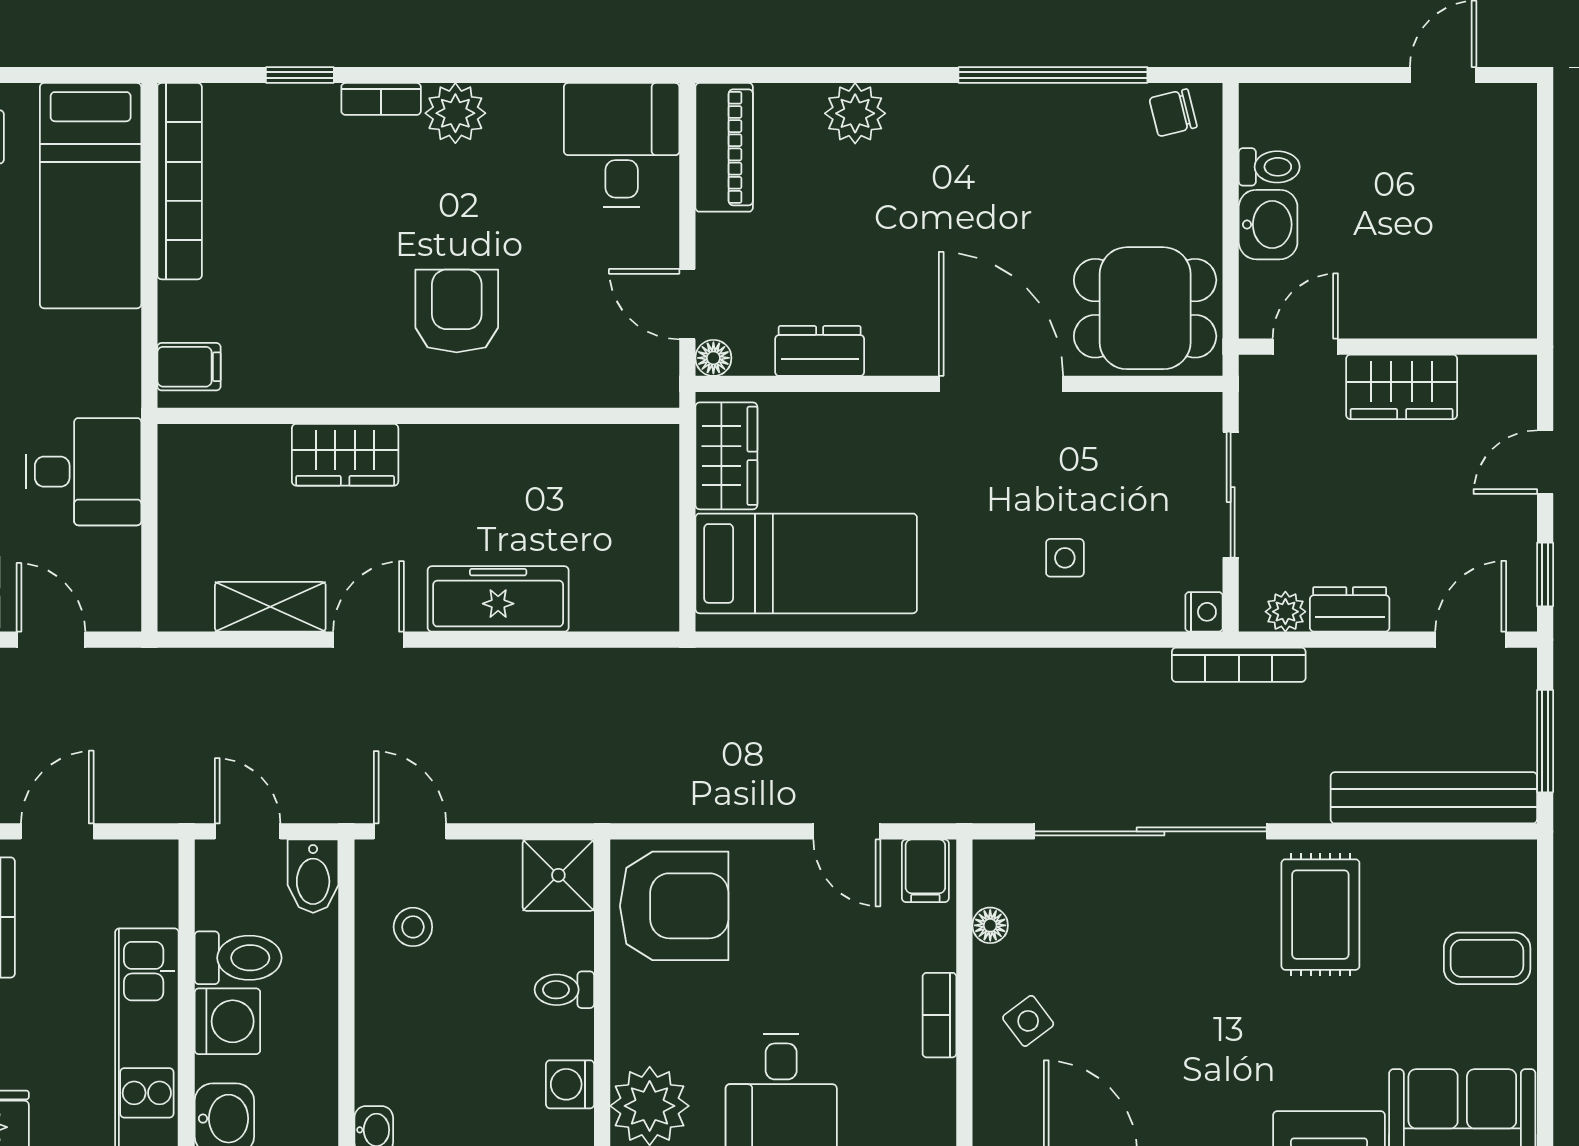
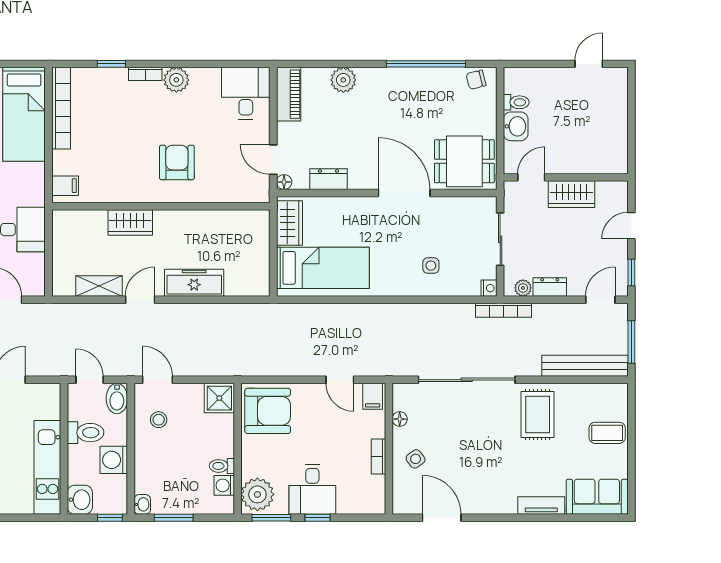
toilet: (564, 990) -> (222, 466), moved
washing machine: (227, 1021) -> (114, 460), moved, turned 180

